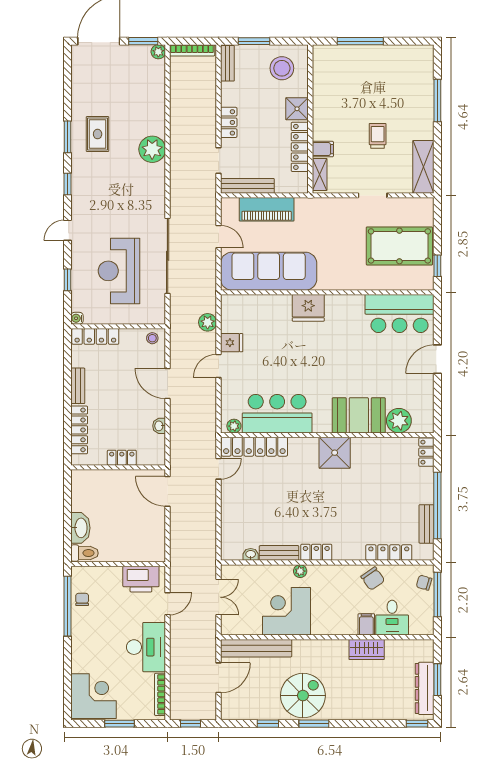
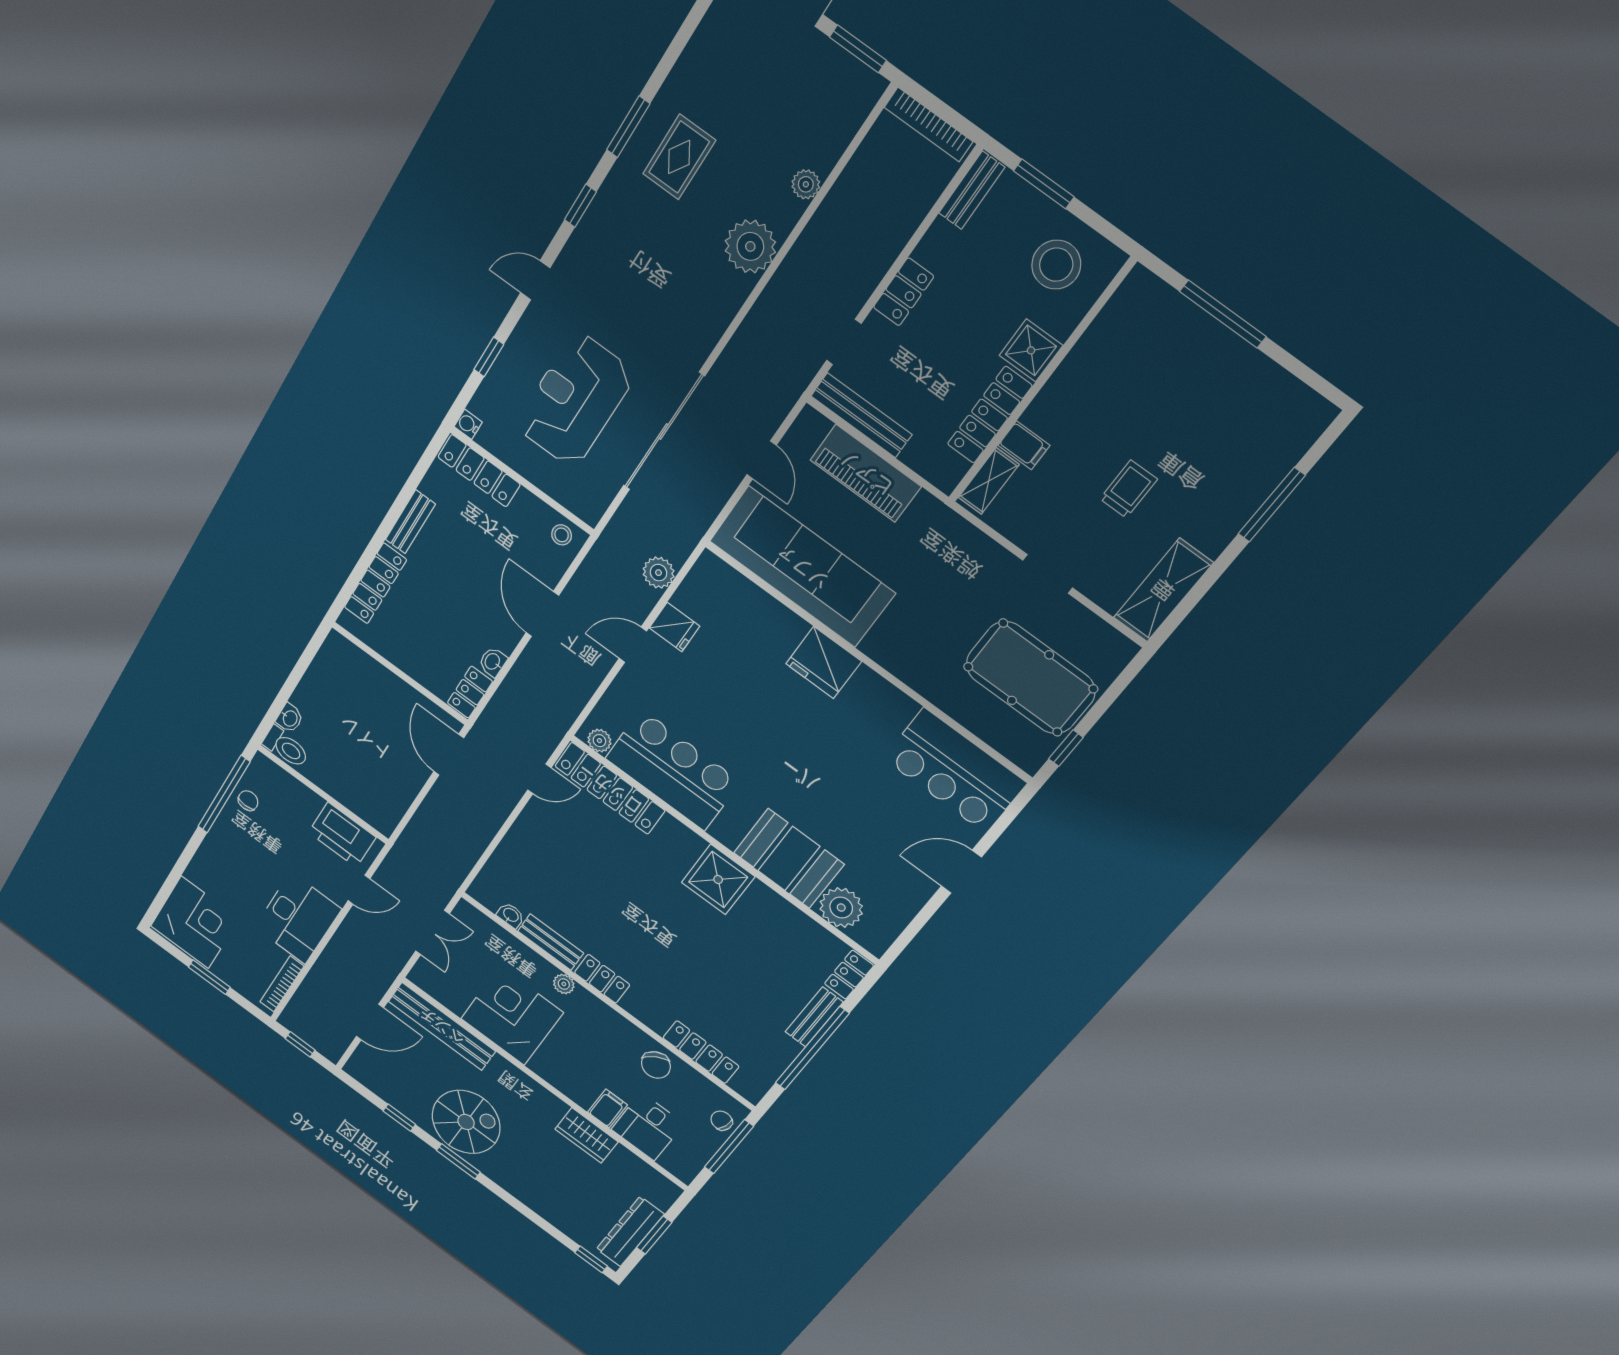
plant: (158, 52) -> (806, 184), moved
locker: (122, 458) -> (470, 692), moved, turned -90
bench: (427, 524) -> (814, 1017), moved
washbasin: (80, 528) -> (290, 718), width x0.52, depth x0.69

